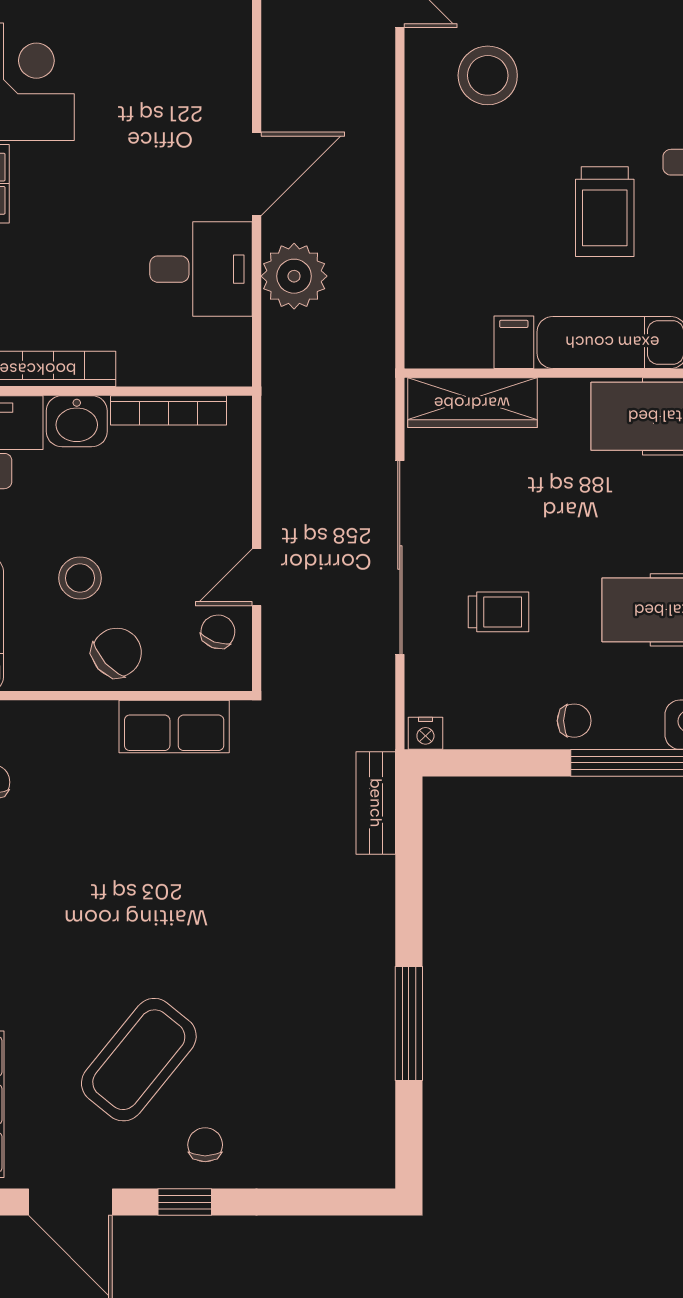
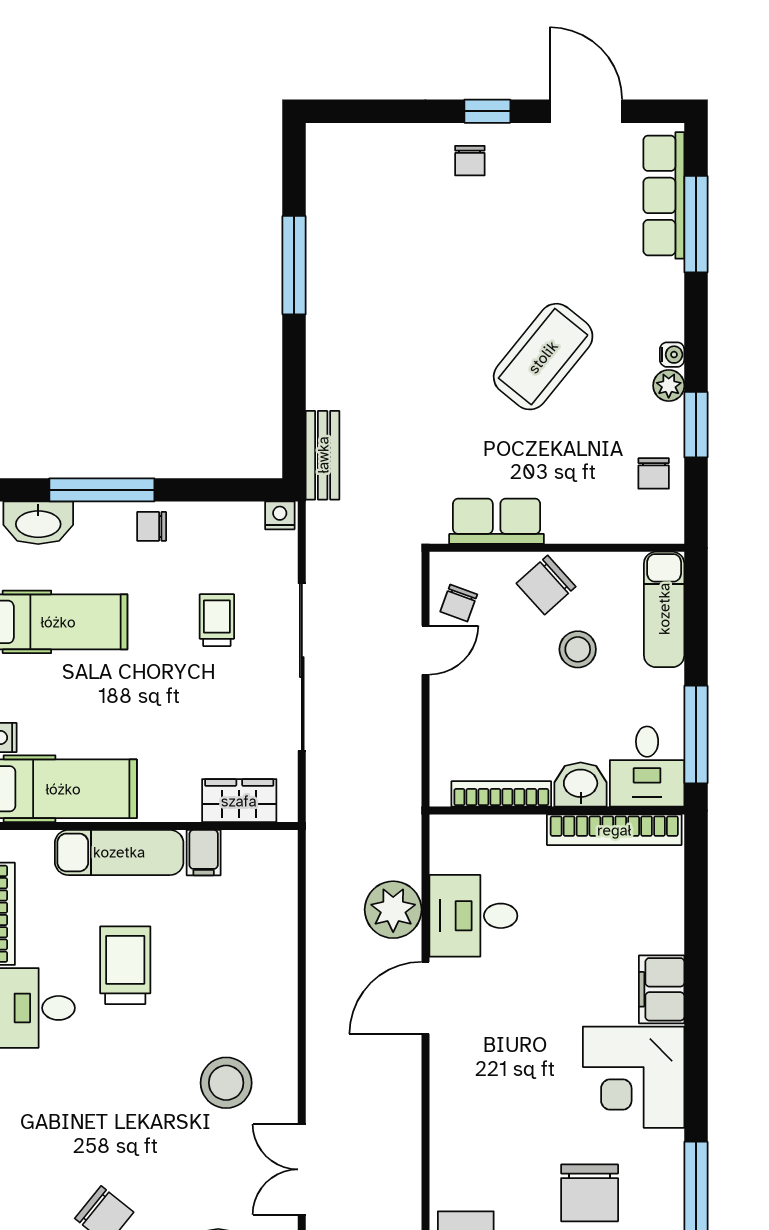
wardrobe: (472, 403) -> (239, 801), width x0.67
trolley: (498, 612) -> (217, 620), turned 90
coffee table: (139, 1060) -> (543, 357), moved

